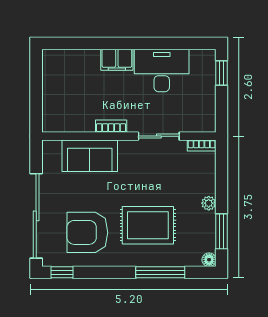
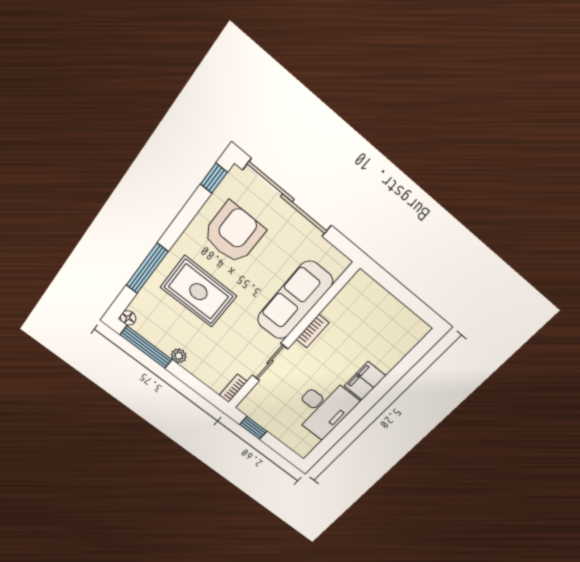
window: (222, 73) -> (253, 428), moved
sofa: (90, 156) -> (295, 301), width x1.36
rug: (148, 225) -> (198, 292), turned 90
window: (222, 231) -> (146, 347), width x1.44

